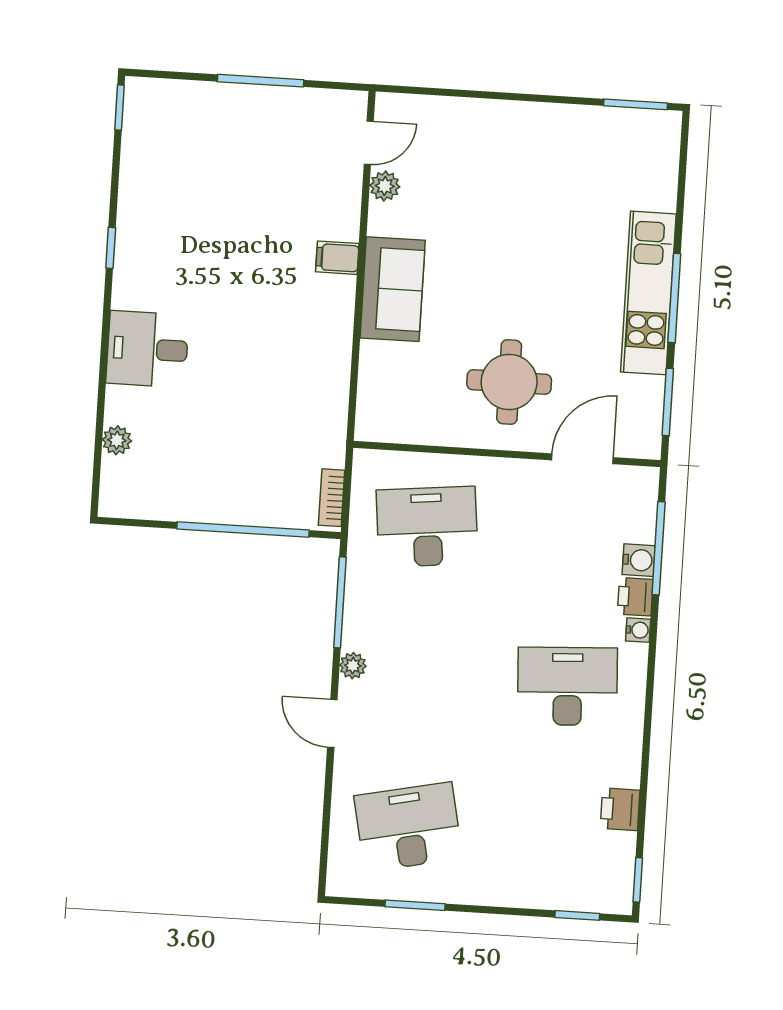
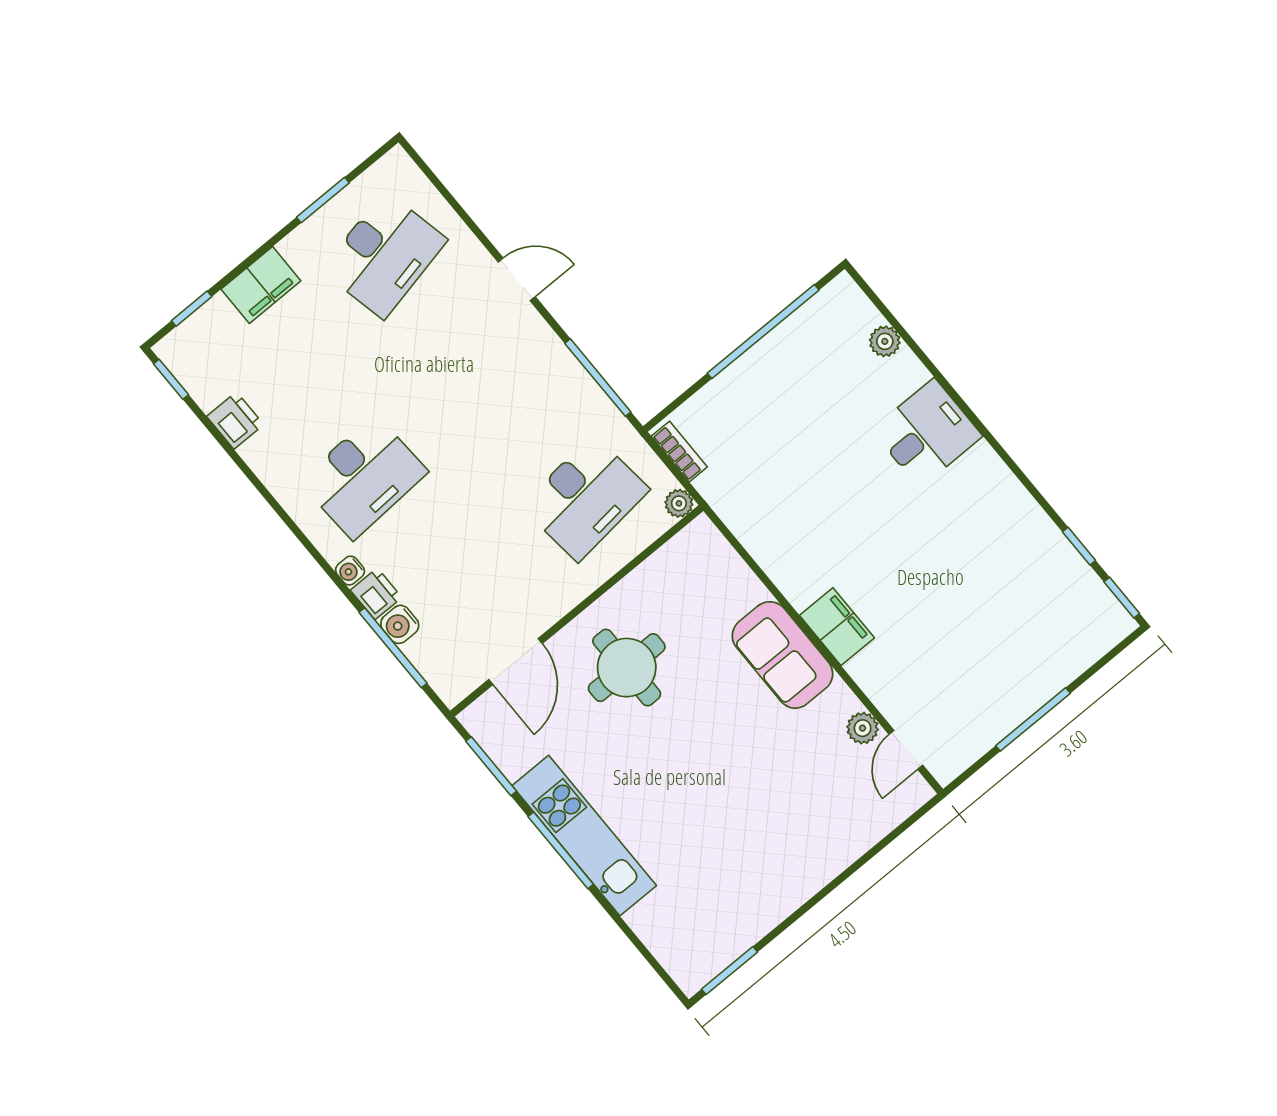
window: (111, 248) -> (1079, 546), moved
filing cabinet: (337, 258) -> (837, 627), width x2.00
window: (243, 530) -> (763, 332), moved
plant: (353, 666) -> (679, 503), moved
filing cabinet: (514, 887) -> (261, 285), added

